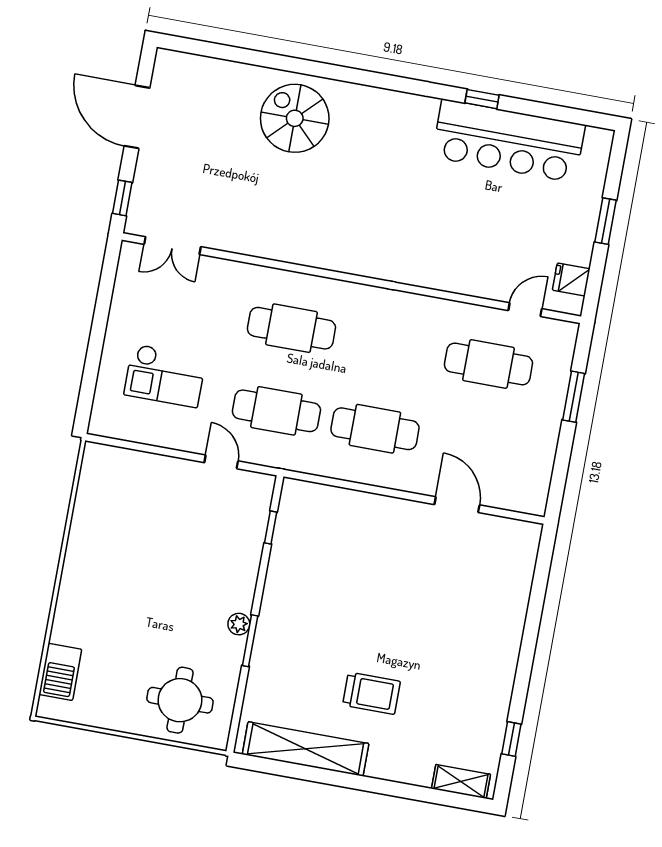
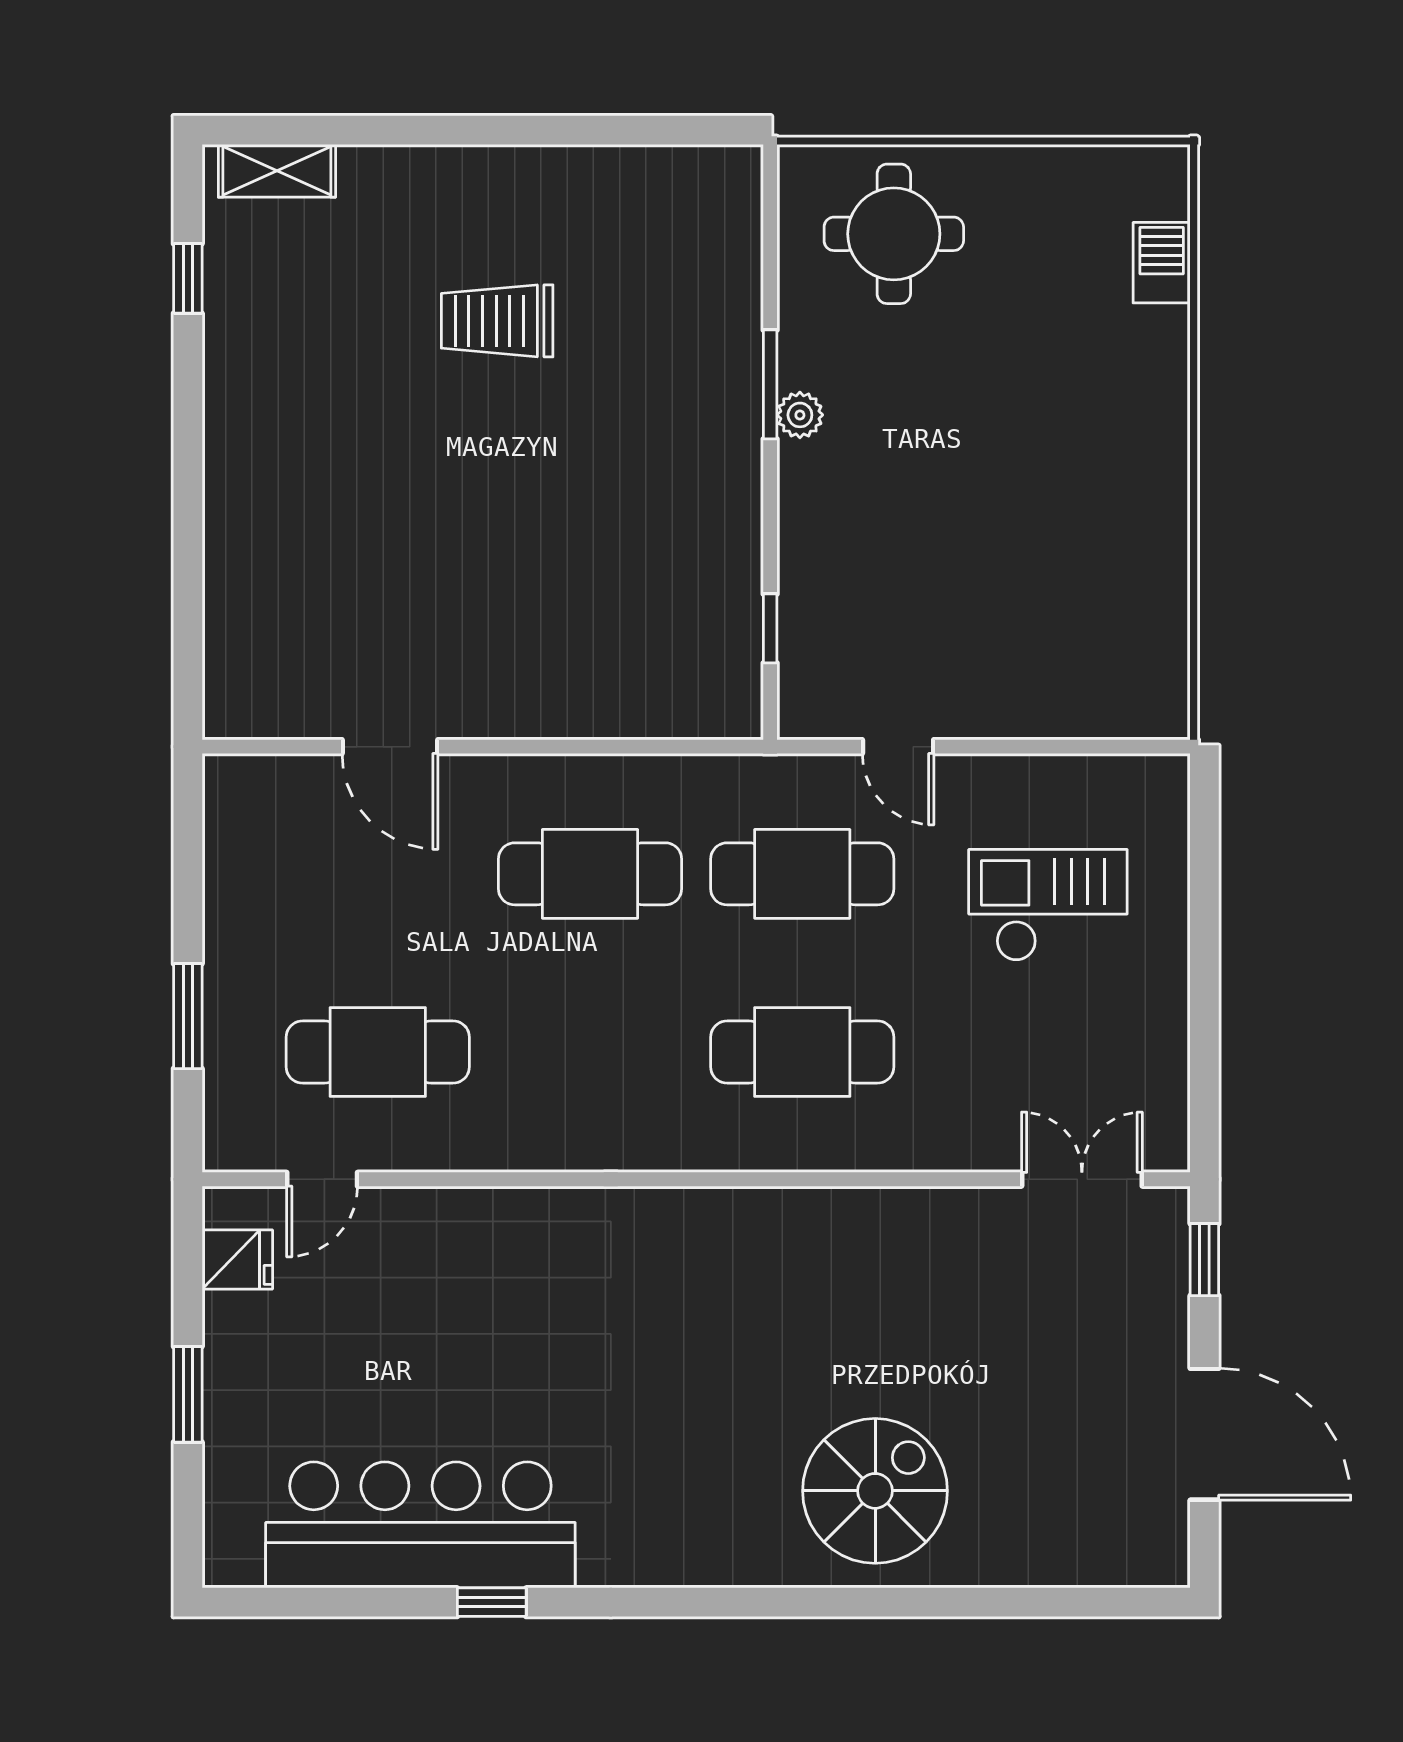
spiral stairs: (295, 118) -> (875, 1491), turned -90
barbecue: (60, 672) -> (1162, 263), width x0.73, depth x0.79
shelving: (306, 749) -> (613, 180), removed

